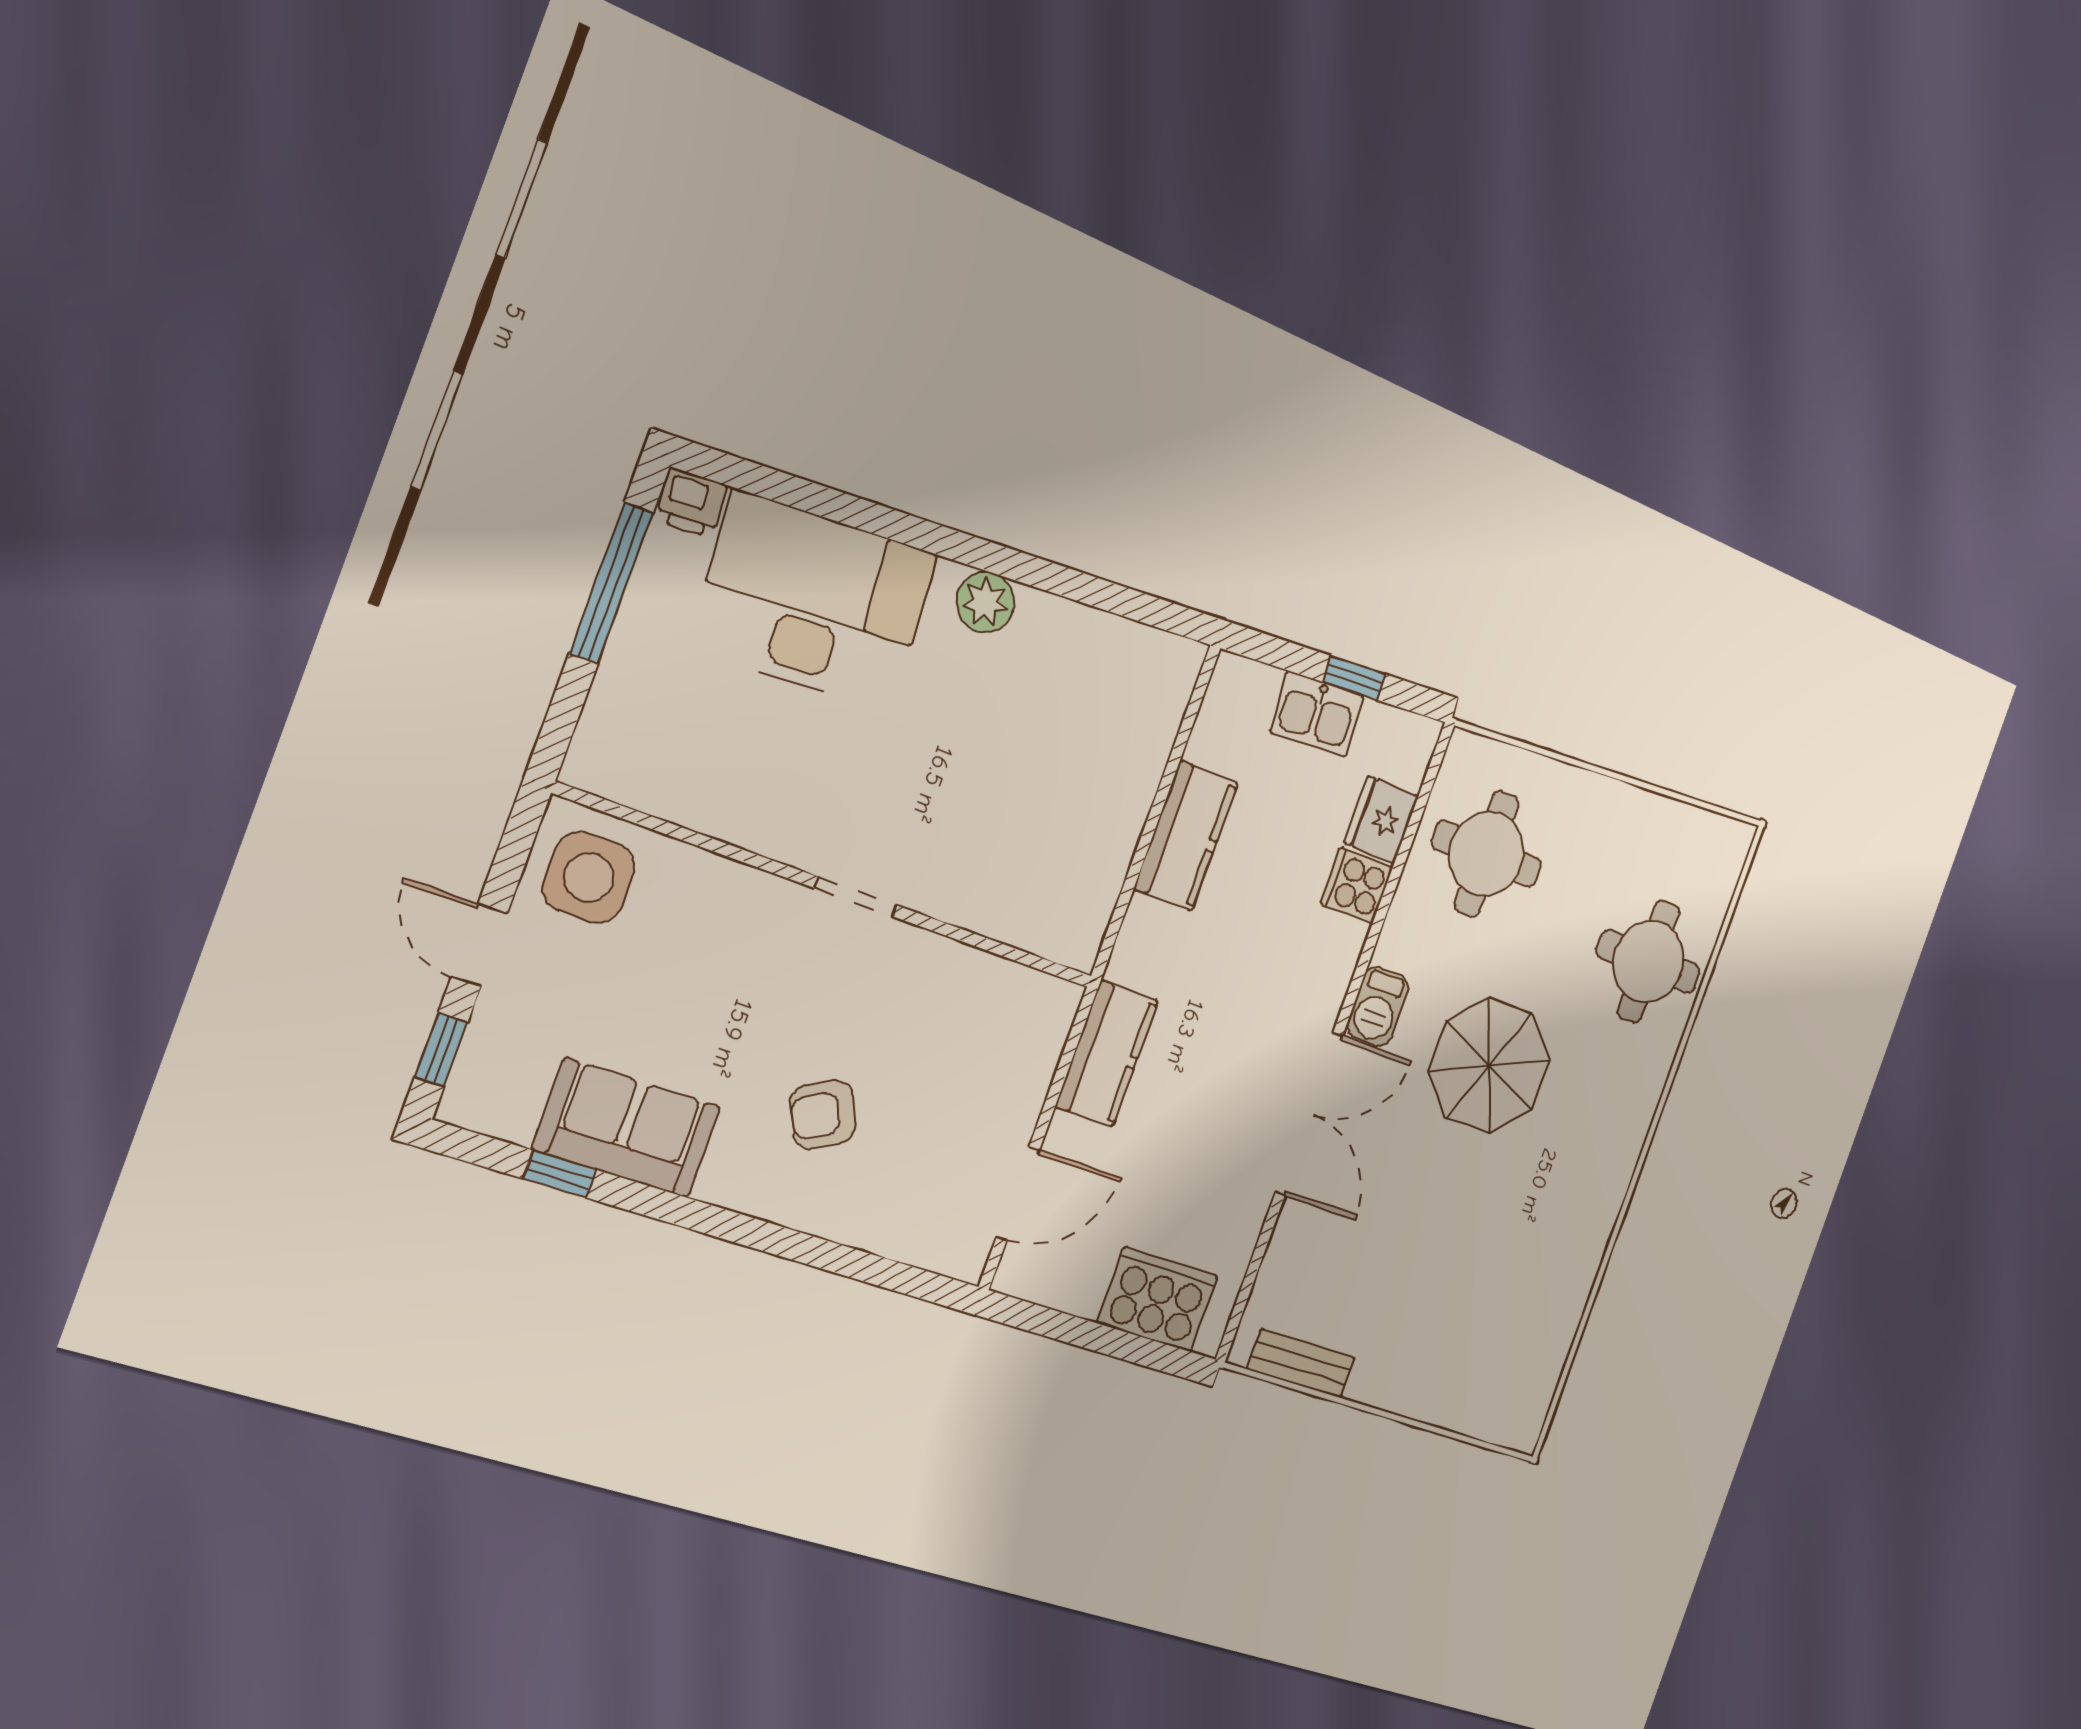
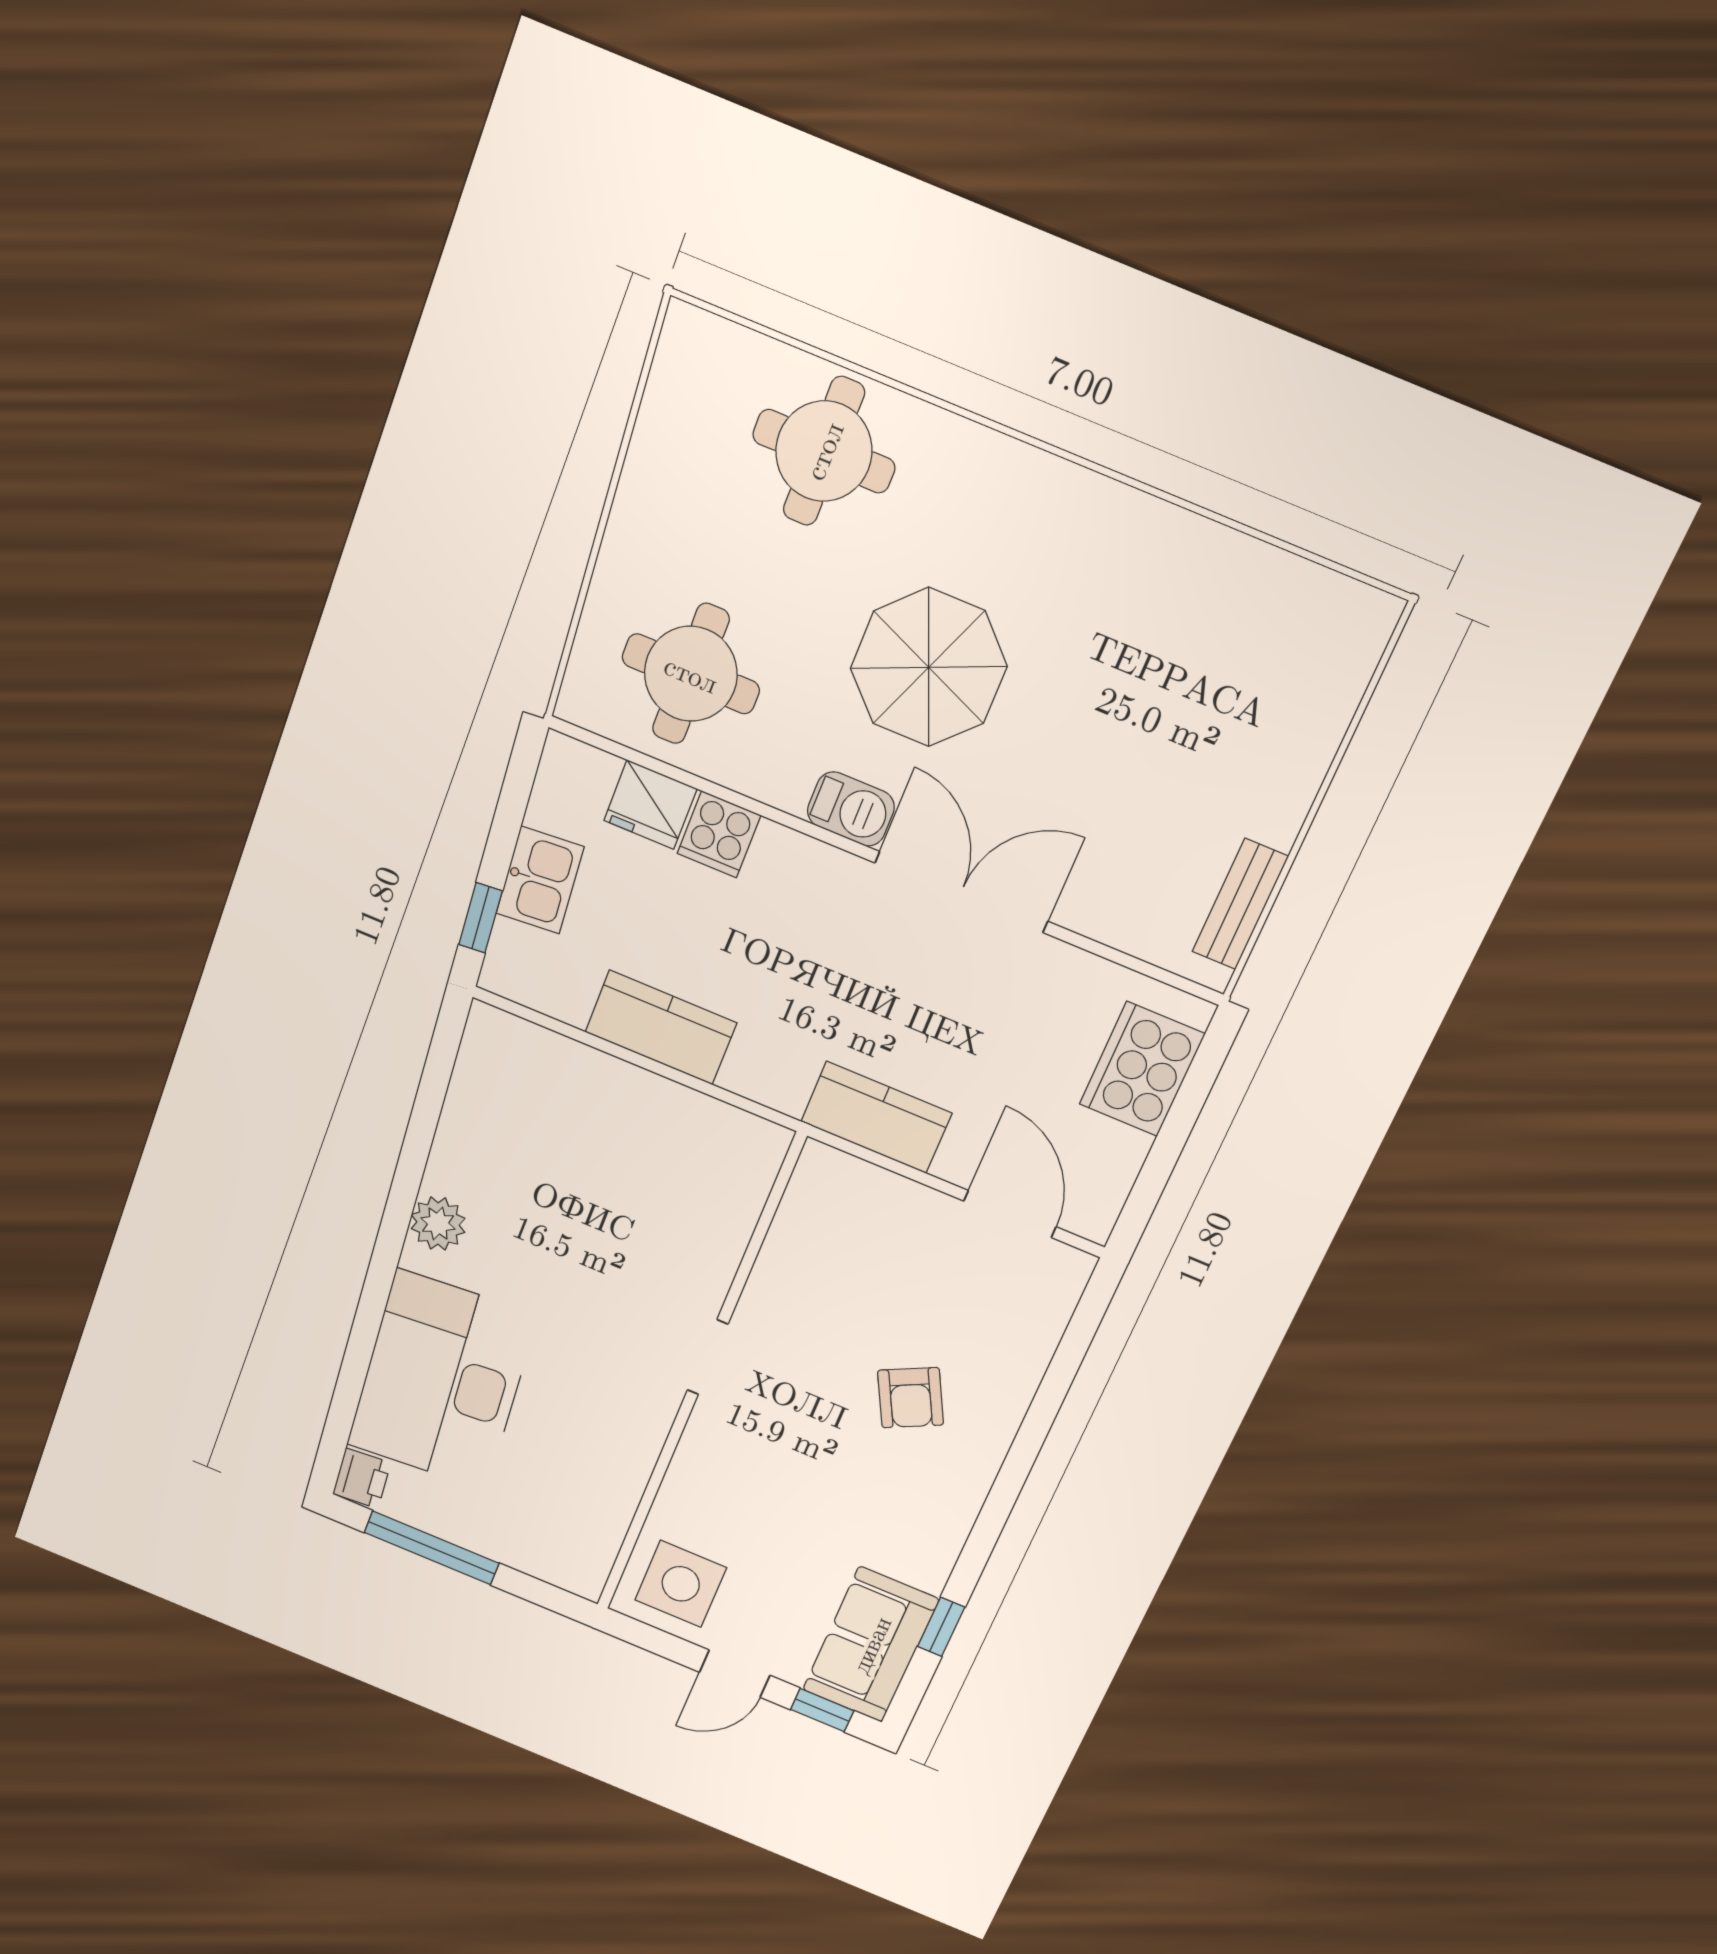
window: (1354, 678) -> (480, 918), moved
sofa: (627, 1128) -> (871, 1645), moved

